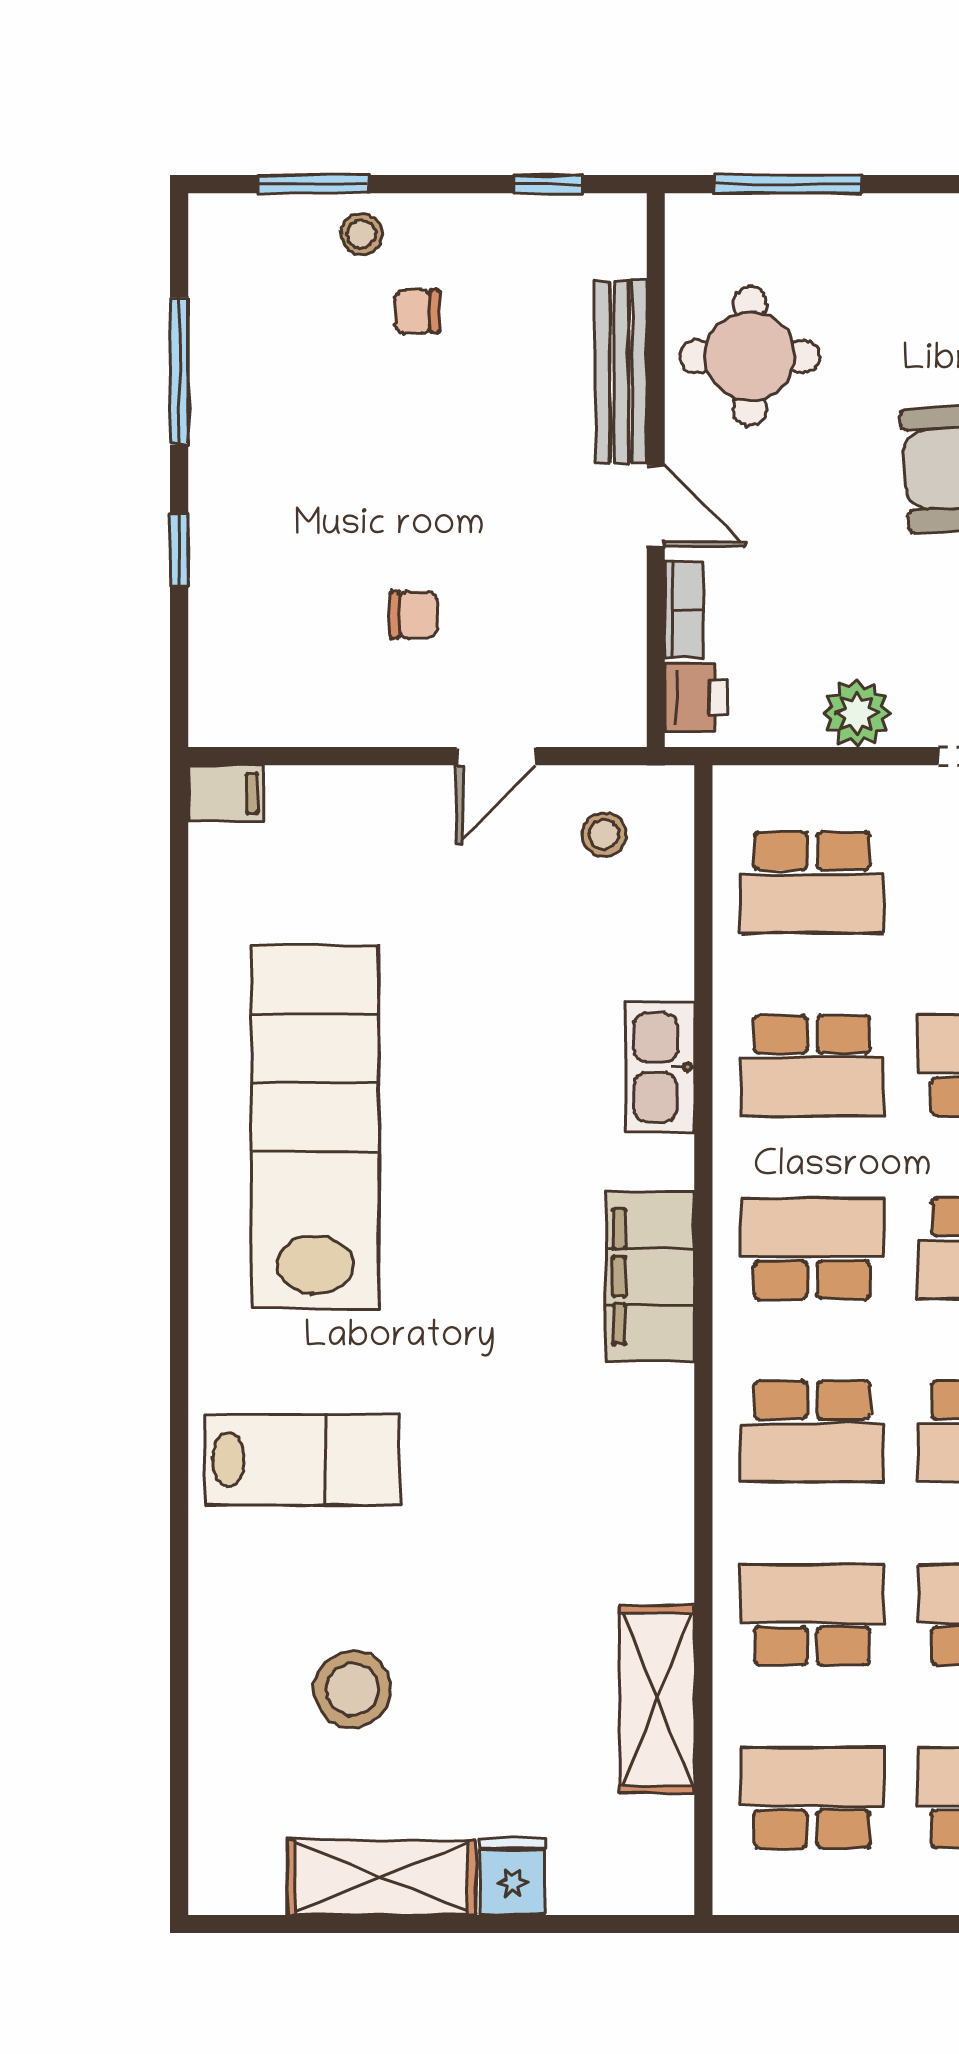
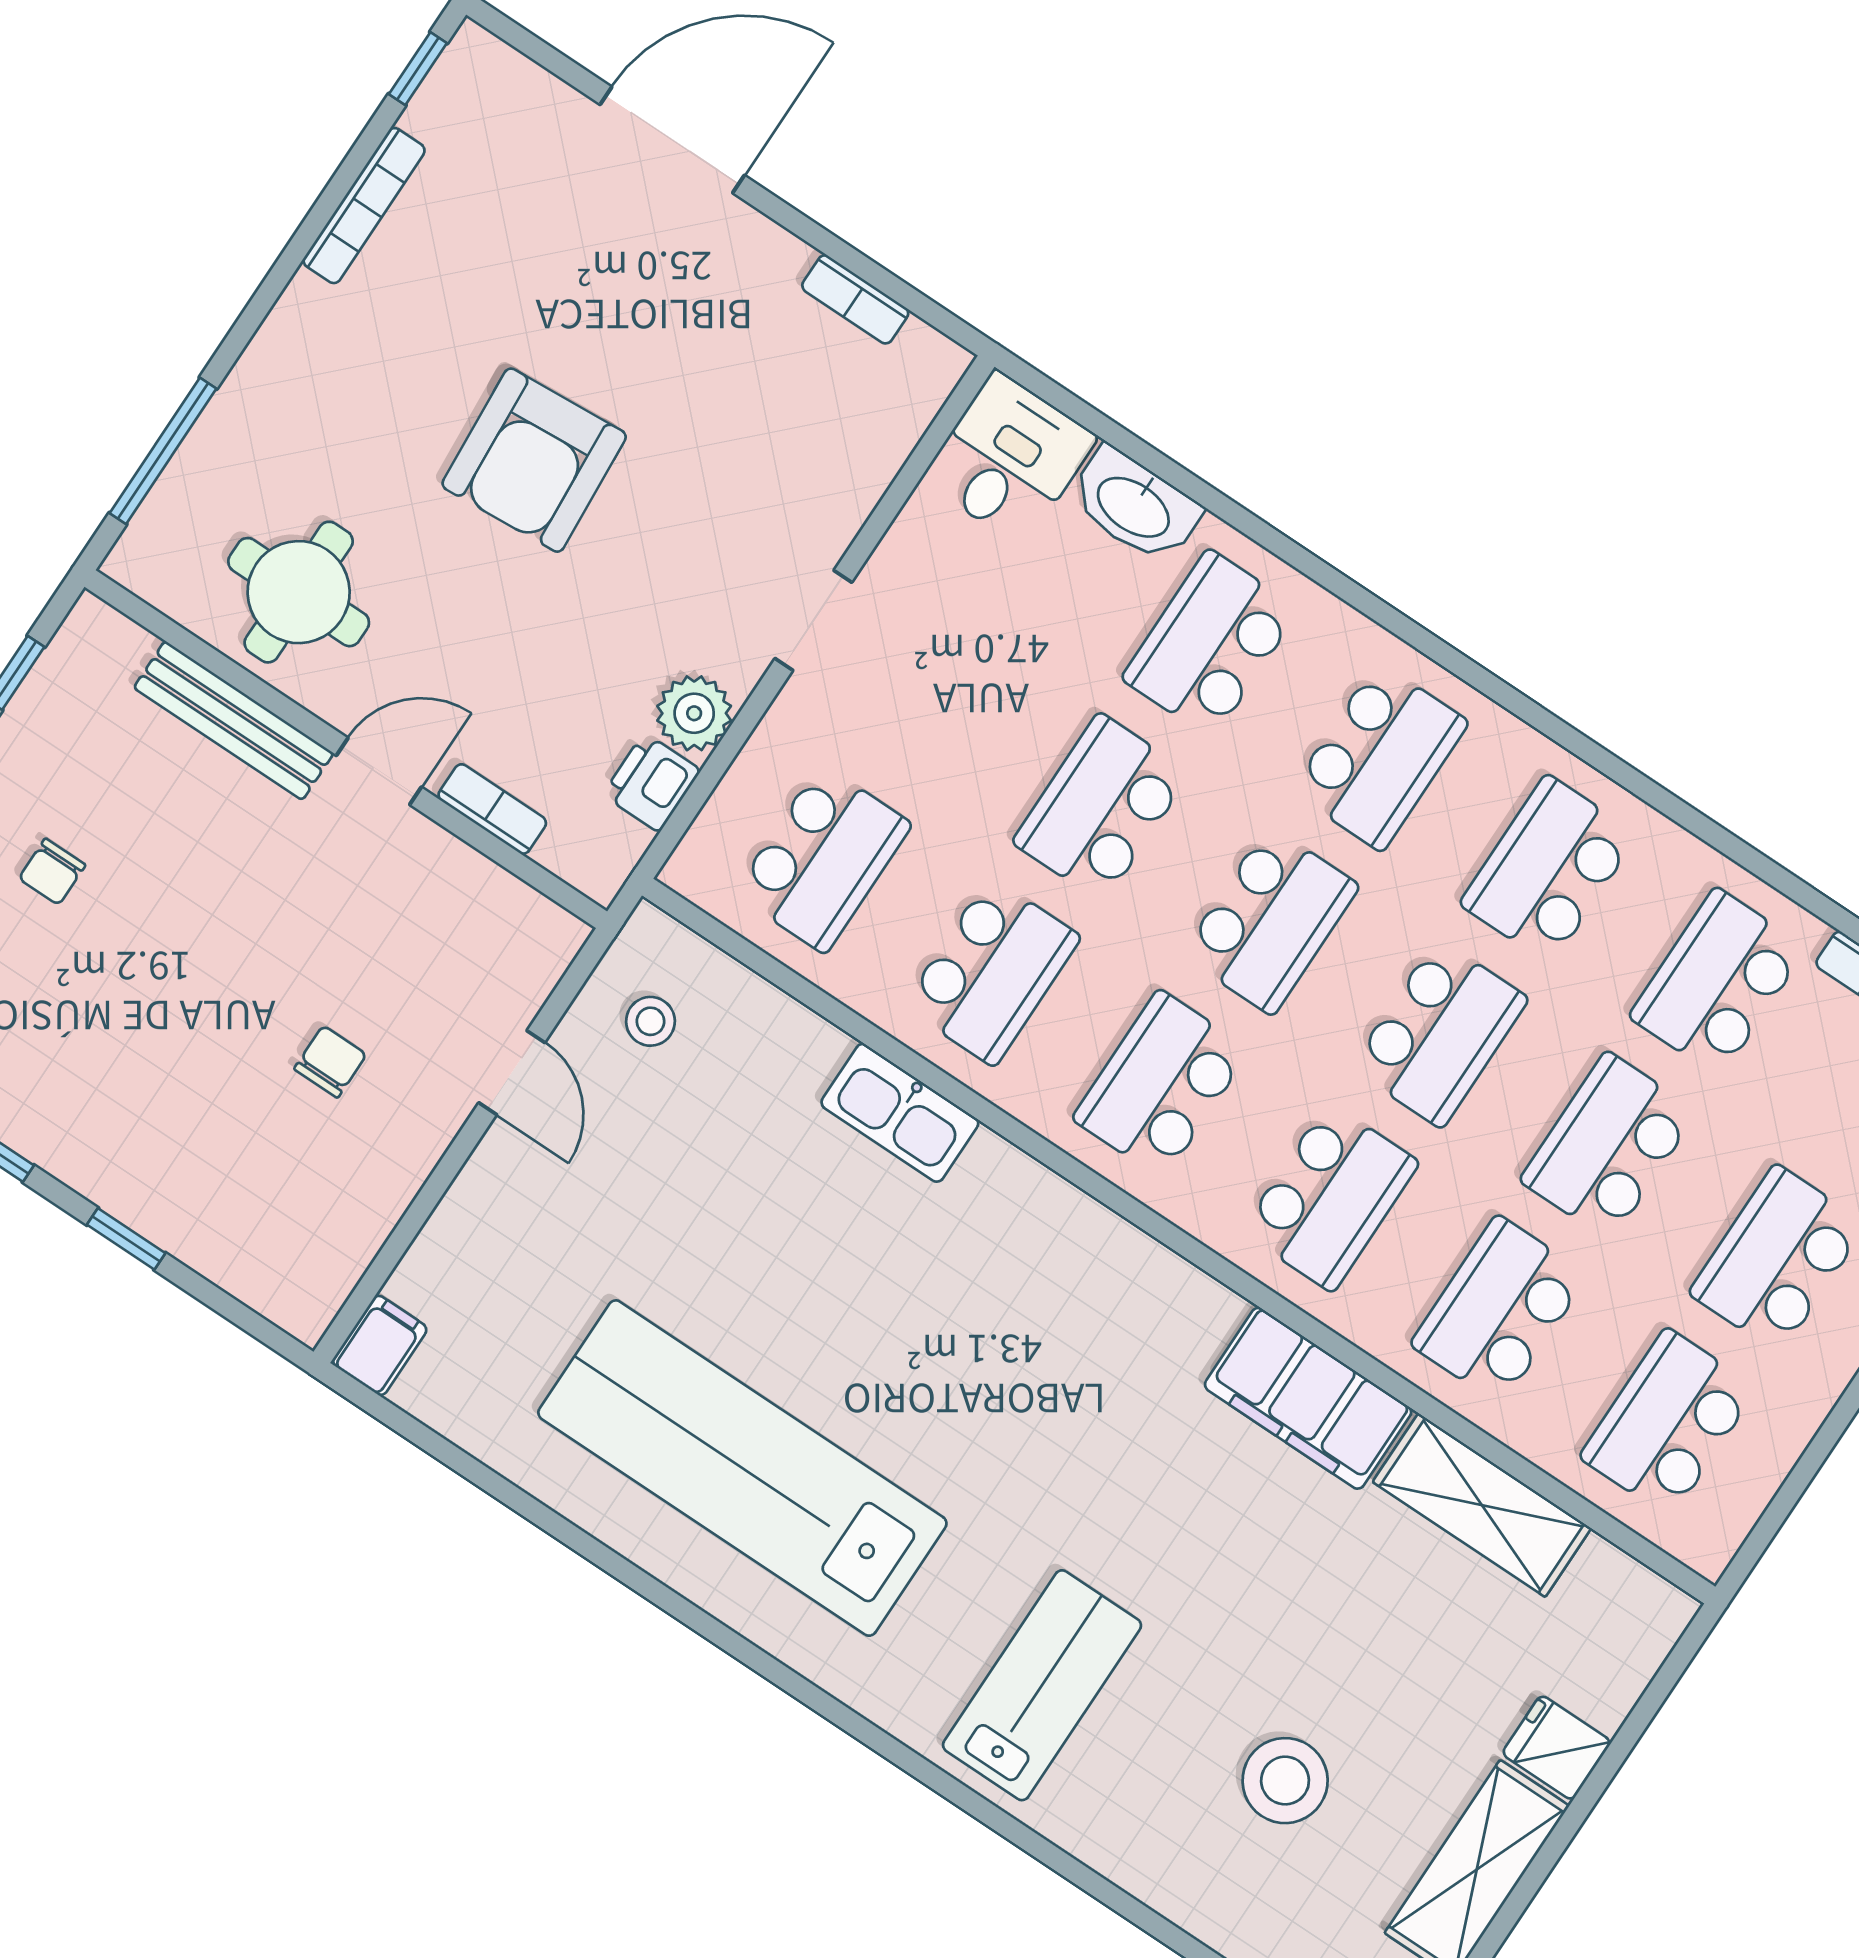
printer: (696, 697) -> (652, 782), moved, turned -90
filing cabinet: (650, 1277) -> (1308, 1398), moved

